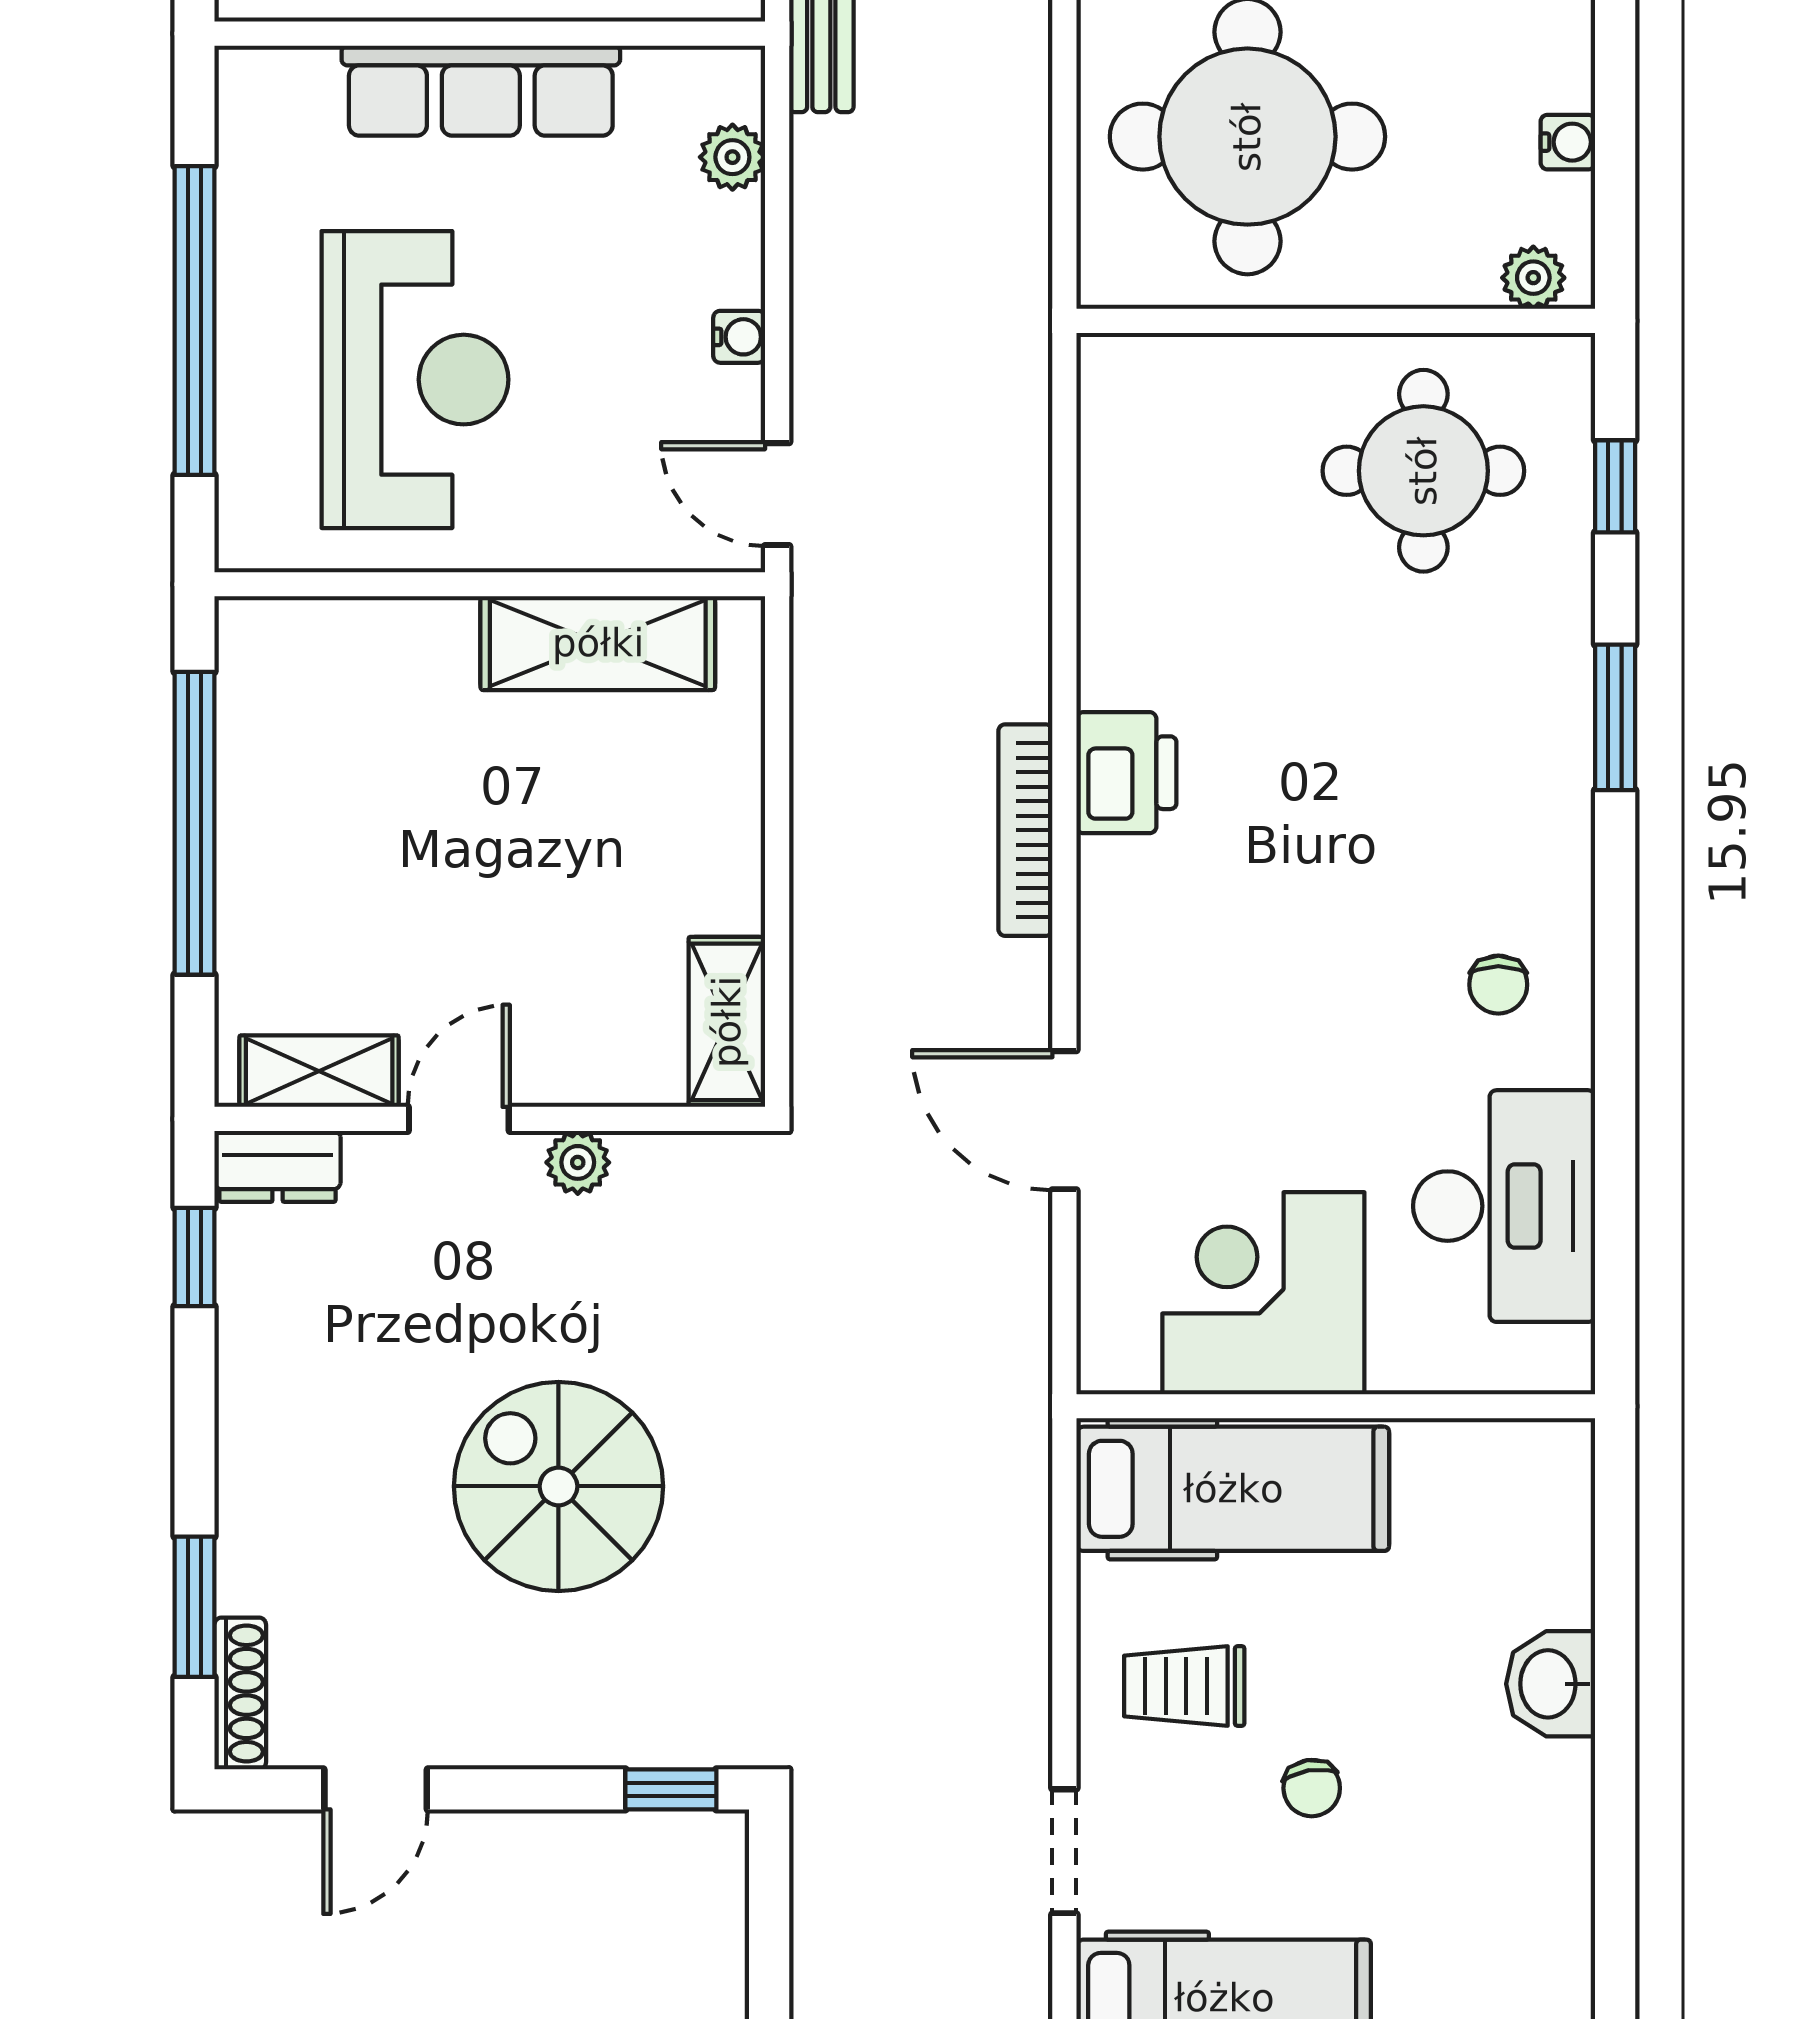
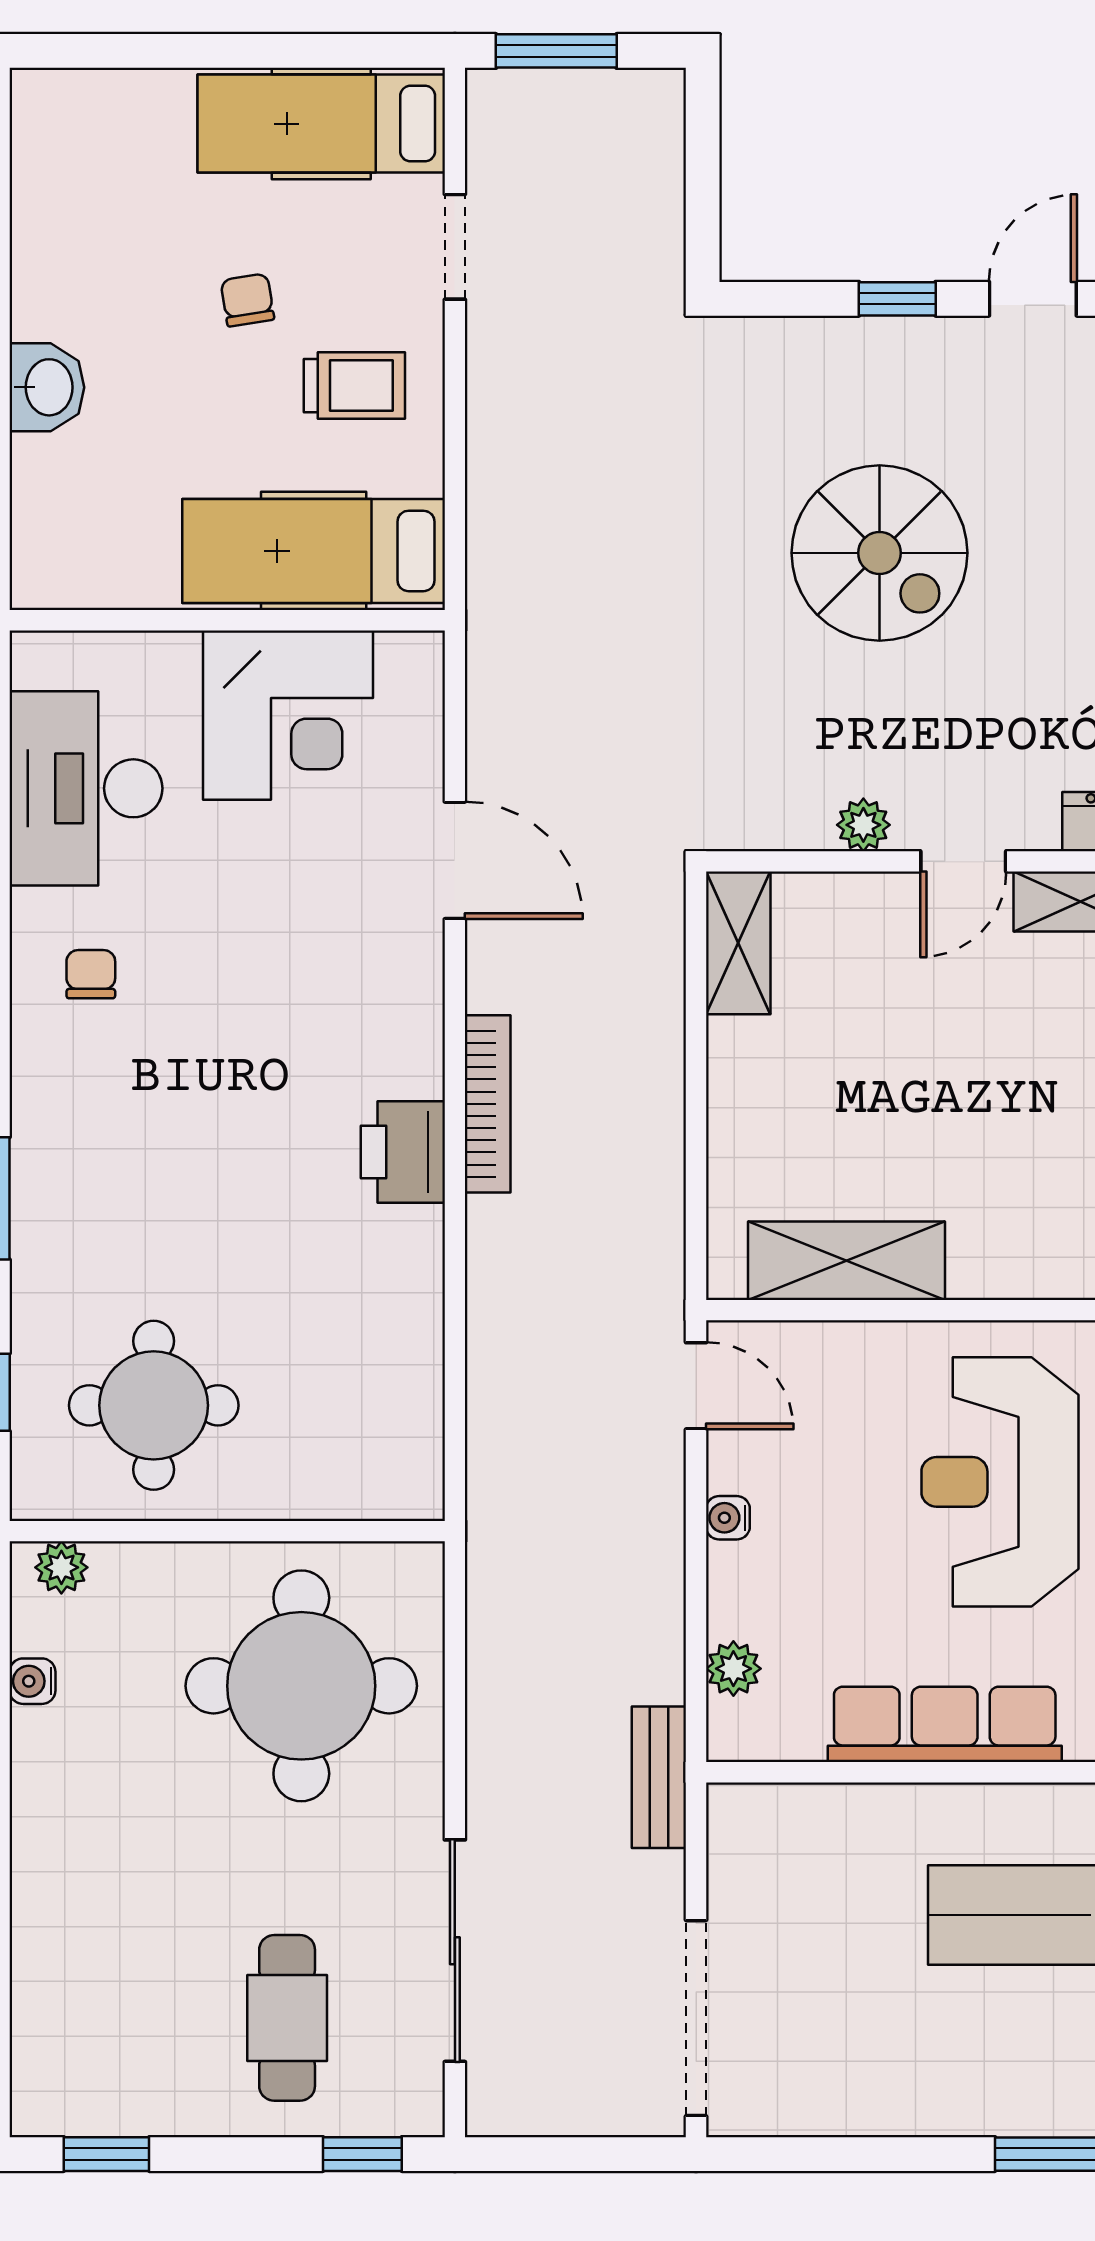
window: (671, 1789) -> (897, 299), moved

